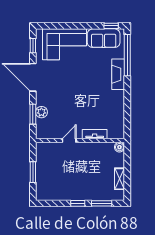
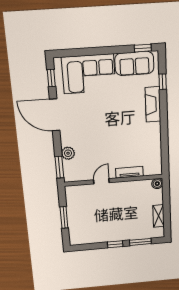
window: (127, 55) -> (163, 82), width x0.32
window: (33, 114) -> (59, 167), moved

